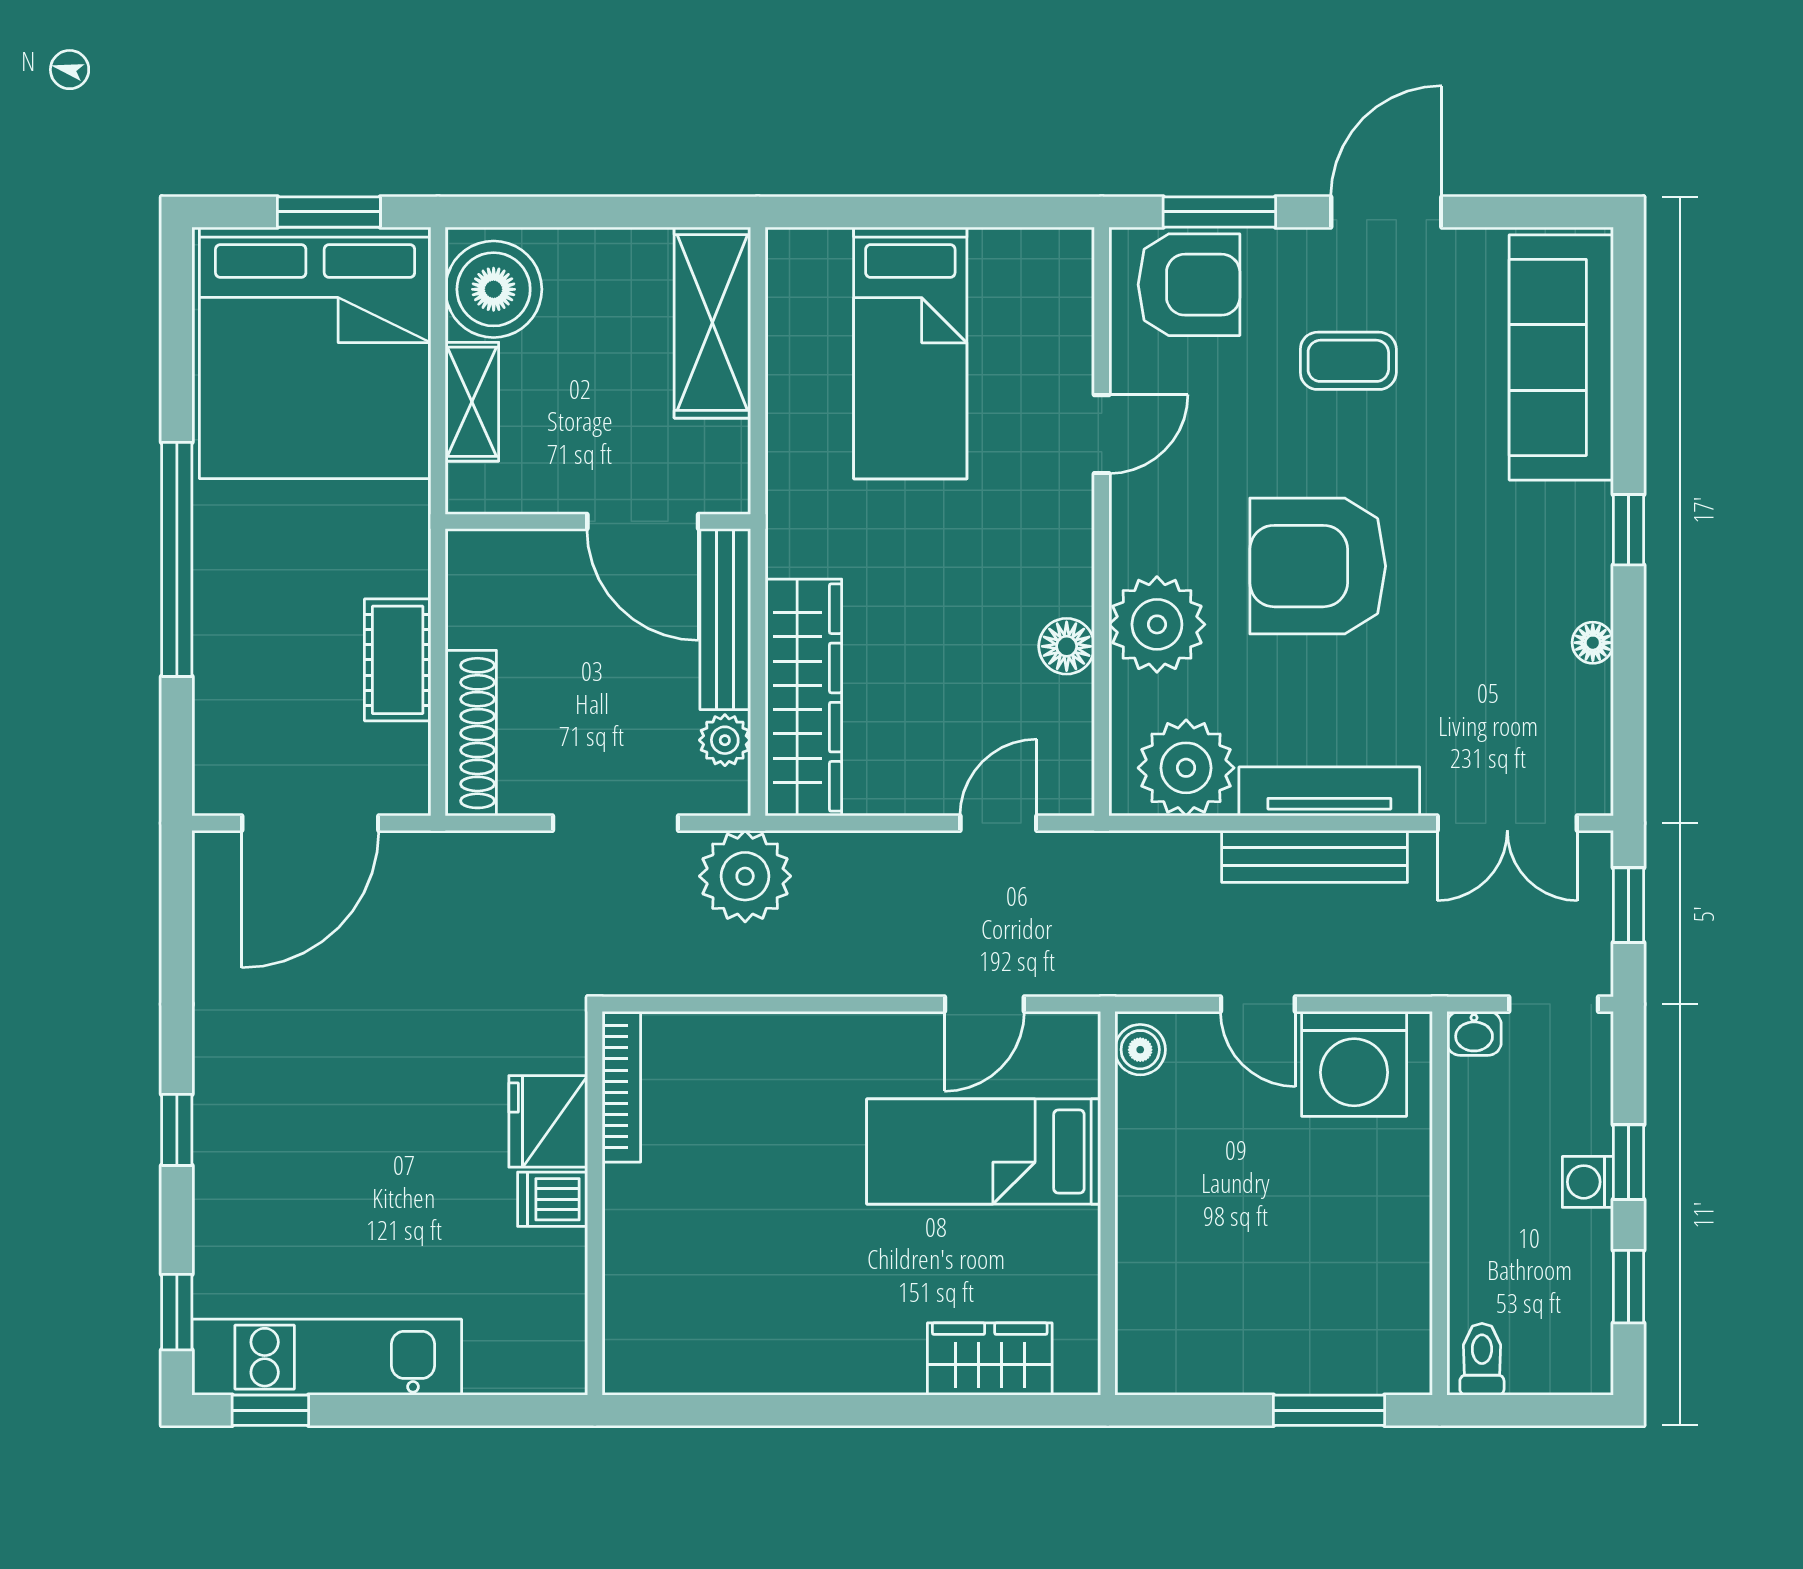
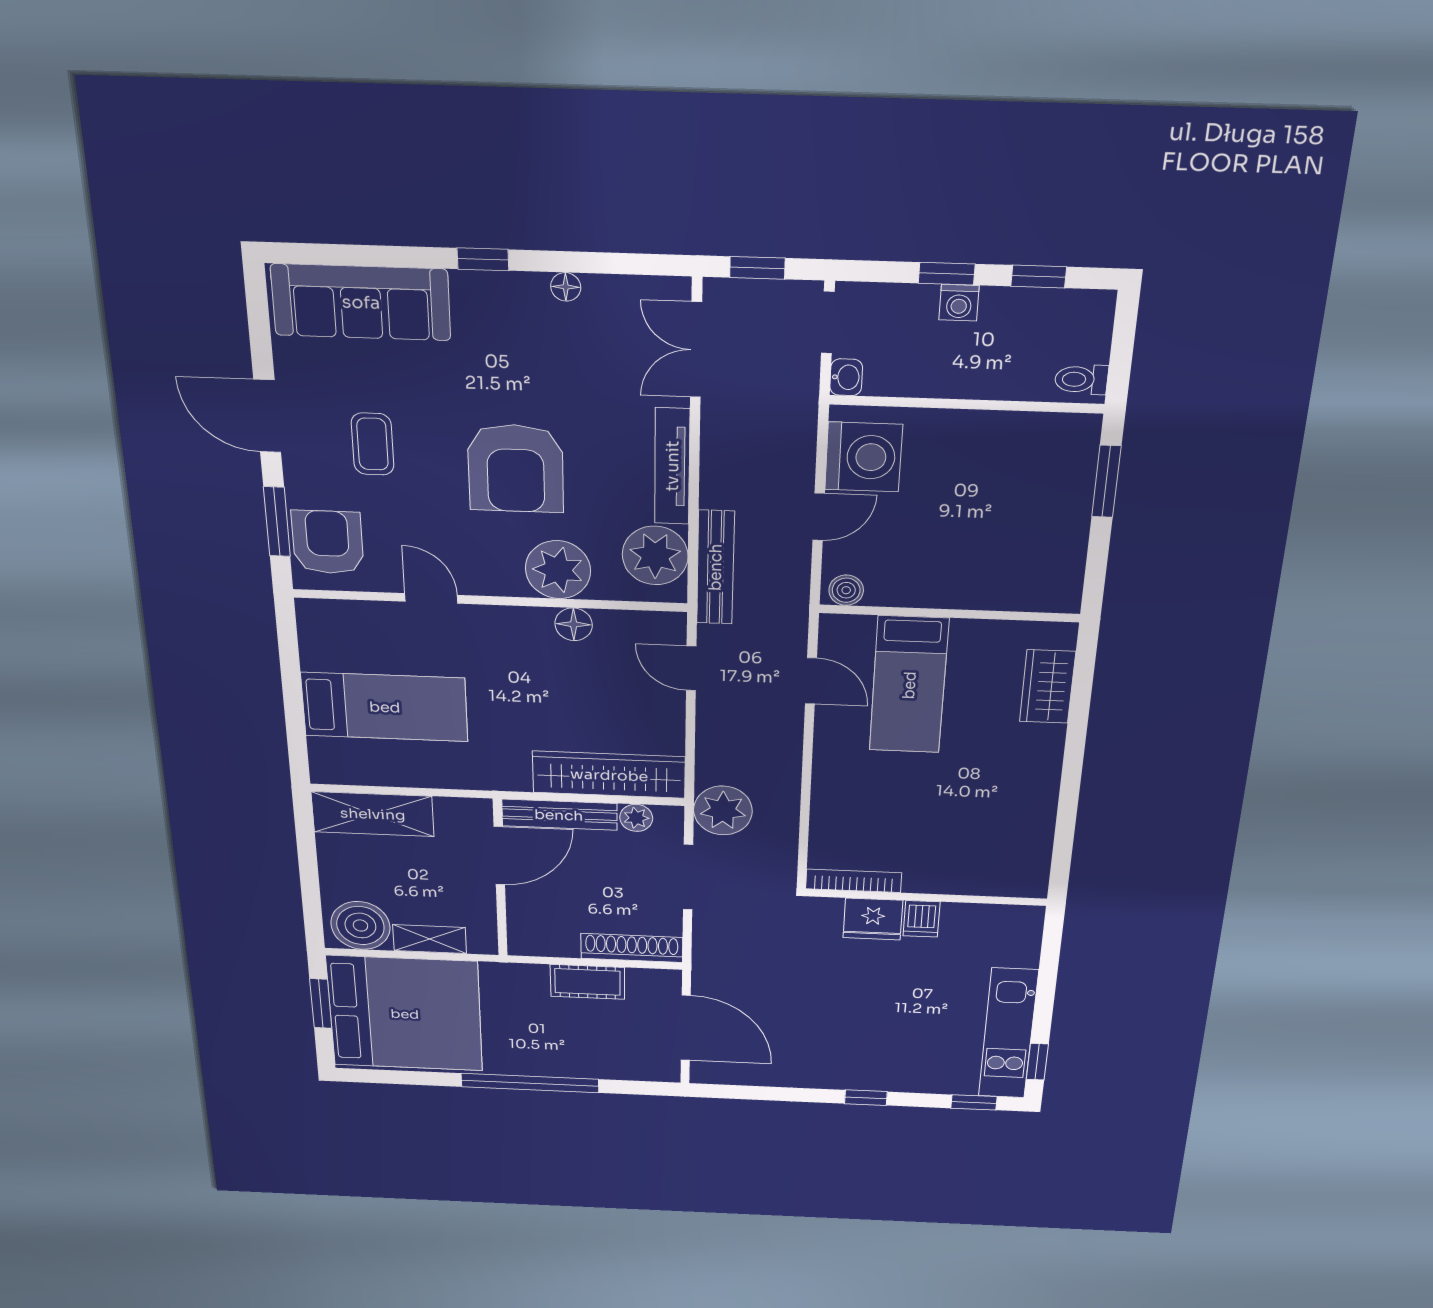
double door: (1507, 823) -> (696, 350), swing flipped
bench: (1315, 856) -> (715, 567), moved

